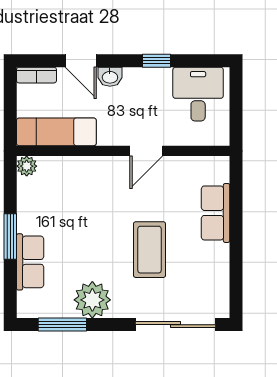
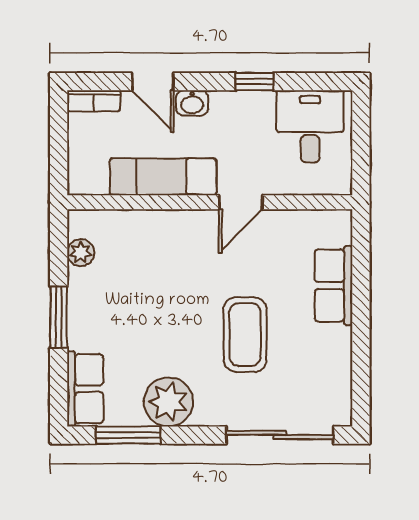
exam couch: (56, 132) -> (163, 177), moved
plant: (27, 166) -> (81, 253), moved
row of seats: (30, 262) -> (85, 389), moved

